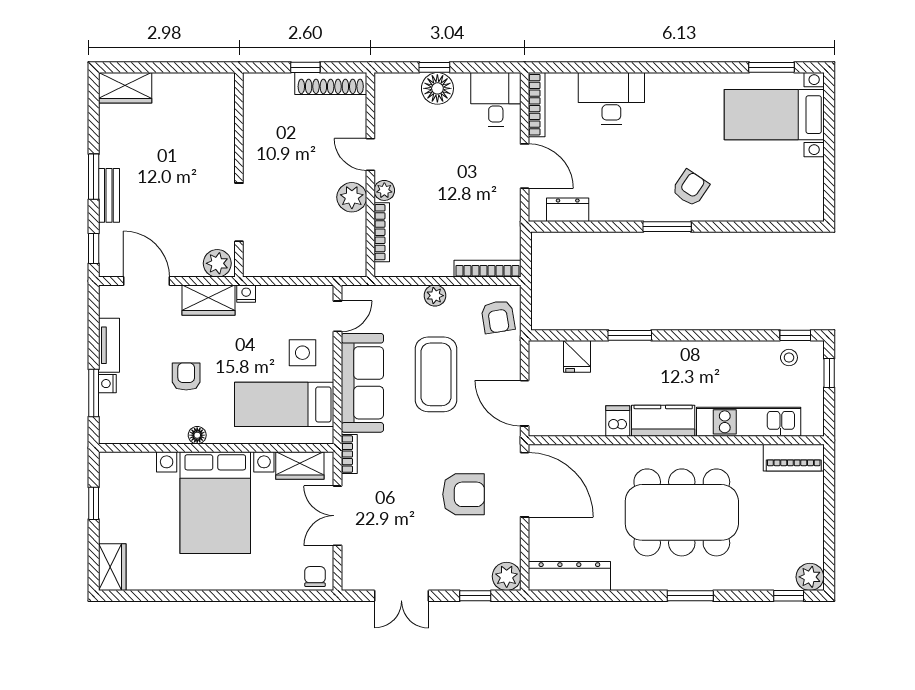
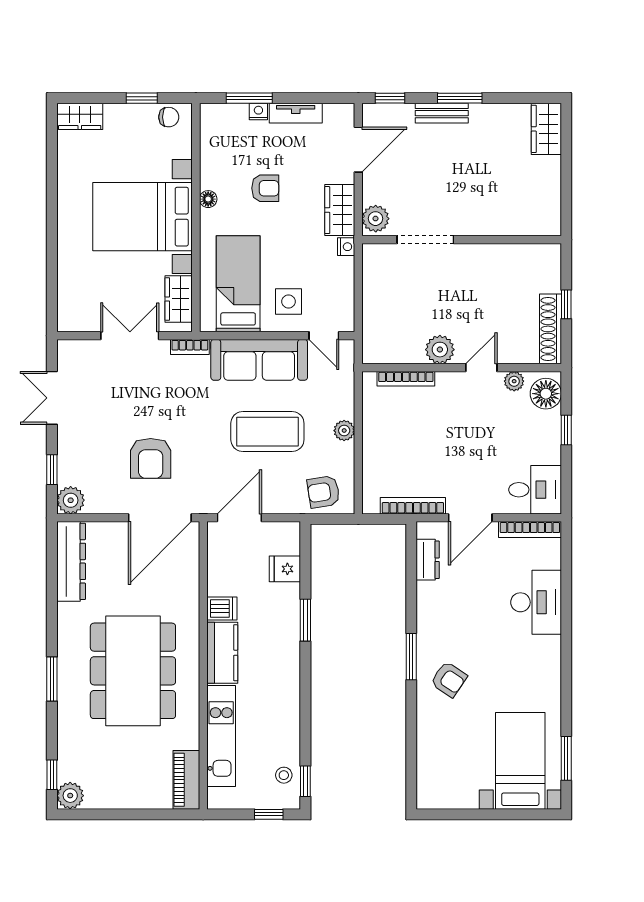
floor lamp: (437, 88) -> (546, 394), moved
plant: (384, 190) -> (514, 381), moved
bookcase: (487, 269) -> (413, 506), moved, turned -90
chair: (315, 577) -> (169, 117), moved

